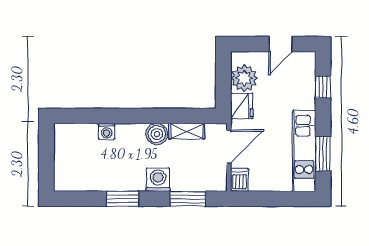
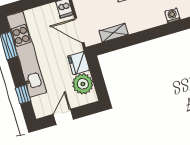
boiler: (157, 134) -> (135, 24), removed
door: (229, 146) -> (79, 30), hinge flipped
kitchen unit: (304, 151) -> (26, 54), width x1.36

